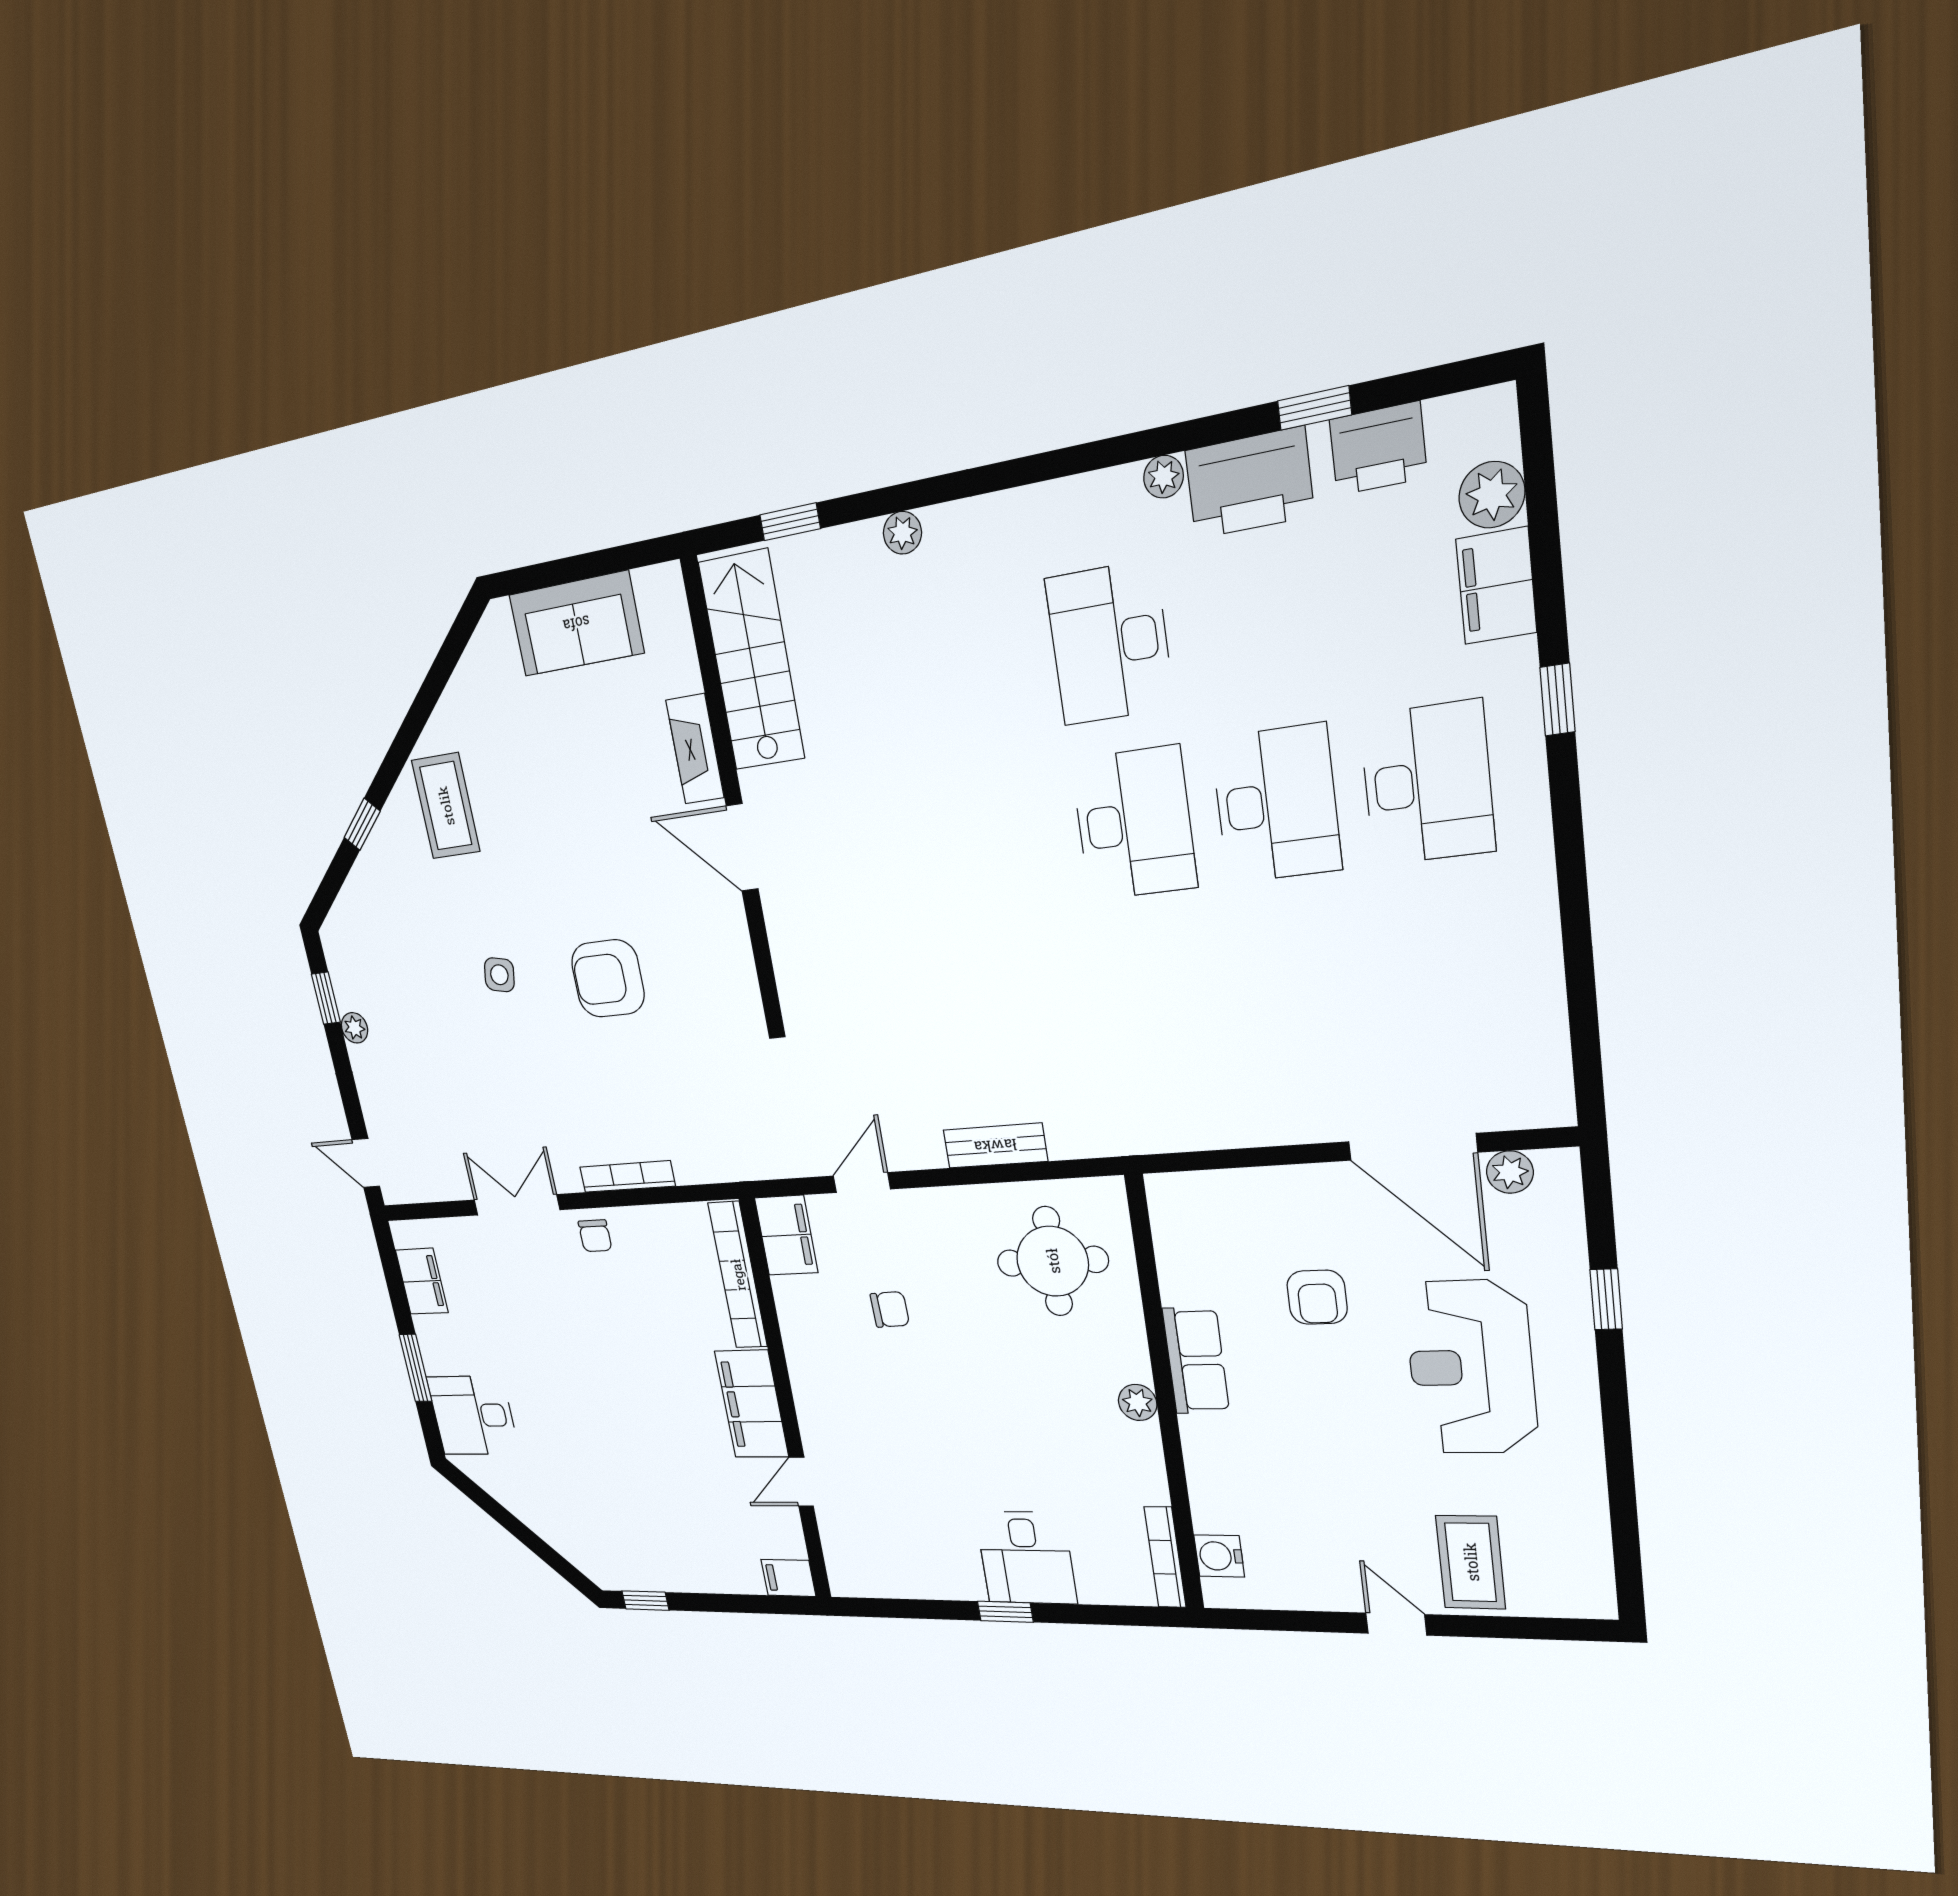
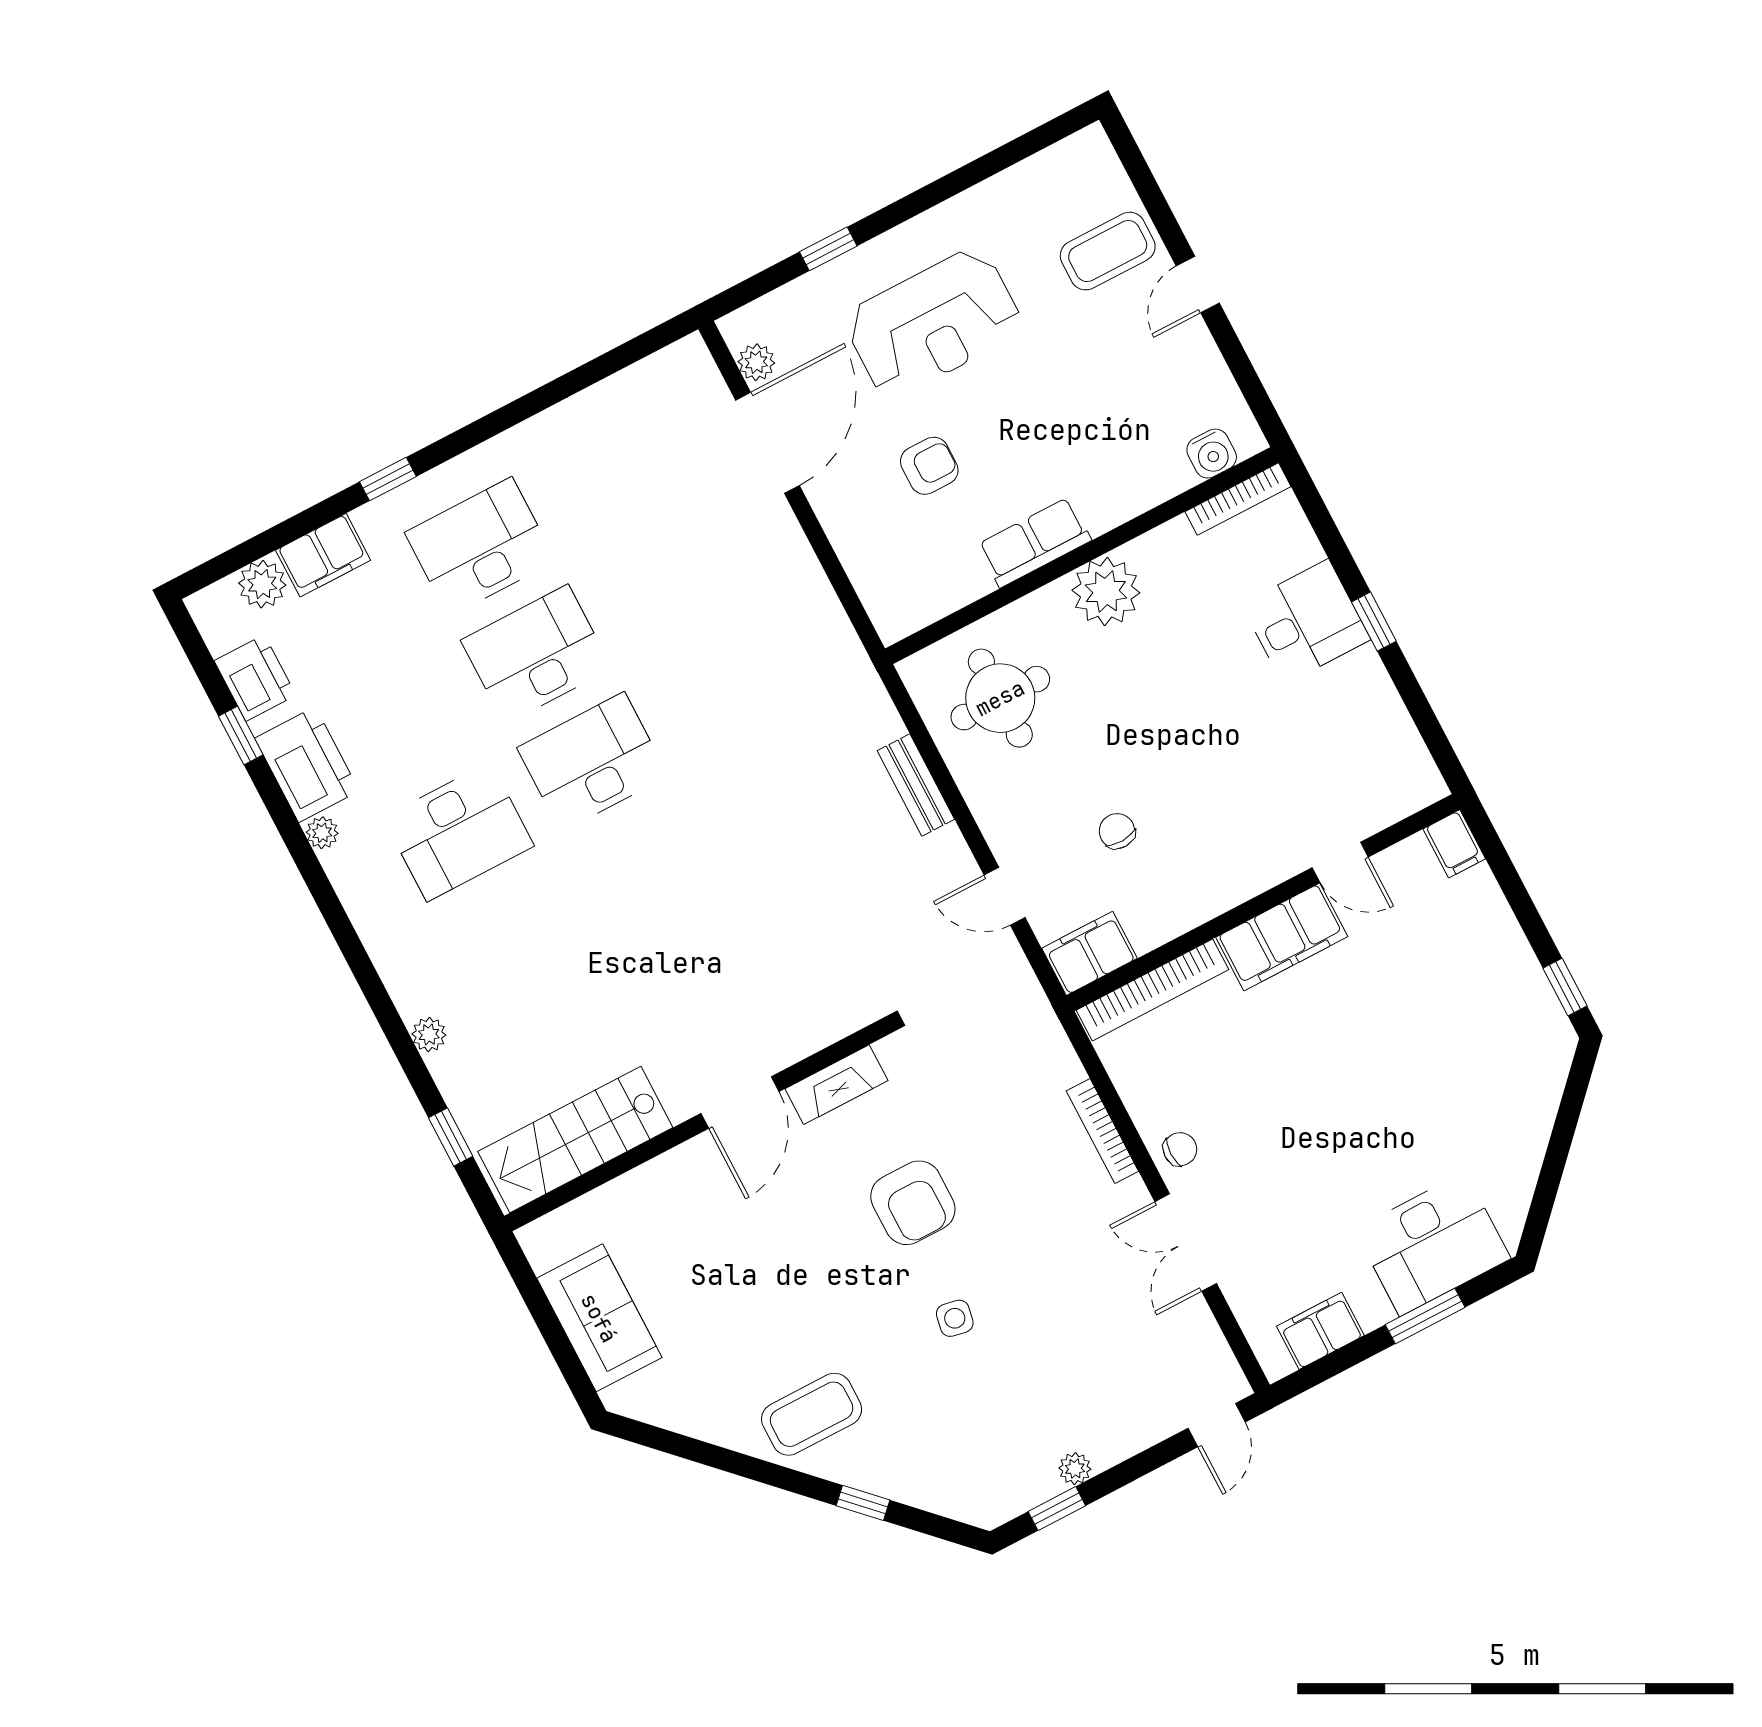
fireplace: (695, 749) -> (836, 1085), moved
plant: (1138, 1402) -> (1106, 591), width x1.88, depth x1.88
desk: (473, 1415) -> (1433, 1244), width x1.37

